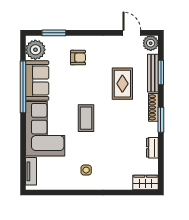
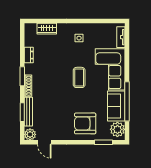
armchair: (78, 58) -> (85, 123), width x1.88, depth x1.88
rug: (122, 84) -> (51, 104), removed
wardrobe: (146, 182) -> (47, 29), moved

